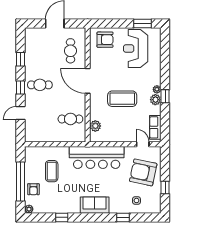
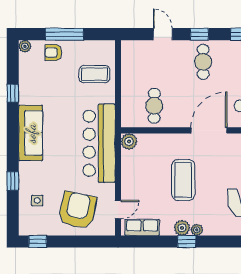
plant: (95, 126) -> (129, 141), moved
coffee table: (52, 171) -> (94, 74), moved
window: (21, 182) -> (64, 34), width x0.68
window: (165, 188) -> (38, 242), moved
sofa: (95, 205) -> (31, 133), width x1.36

